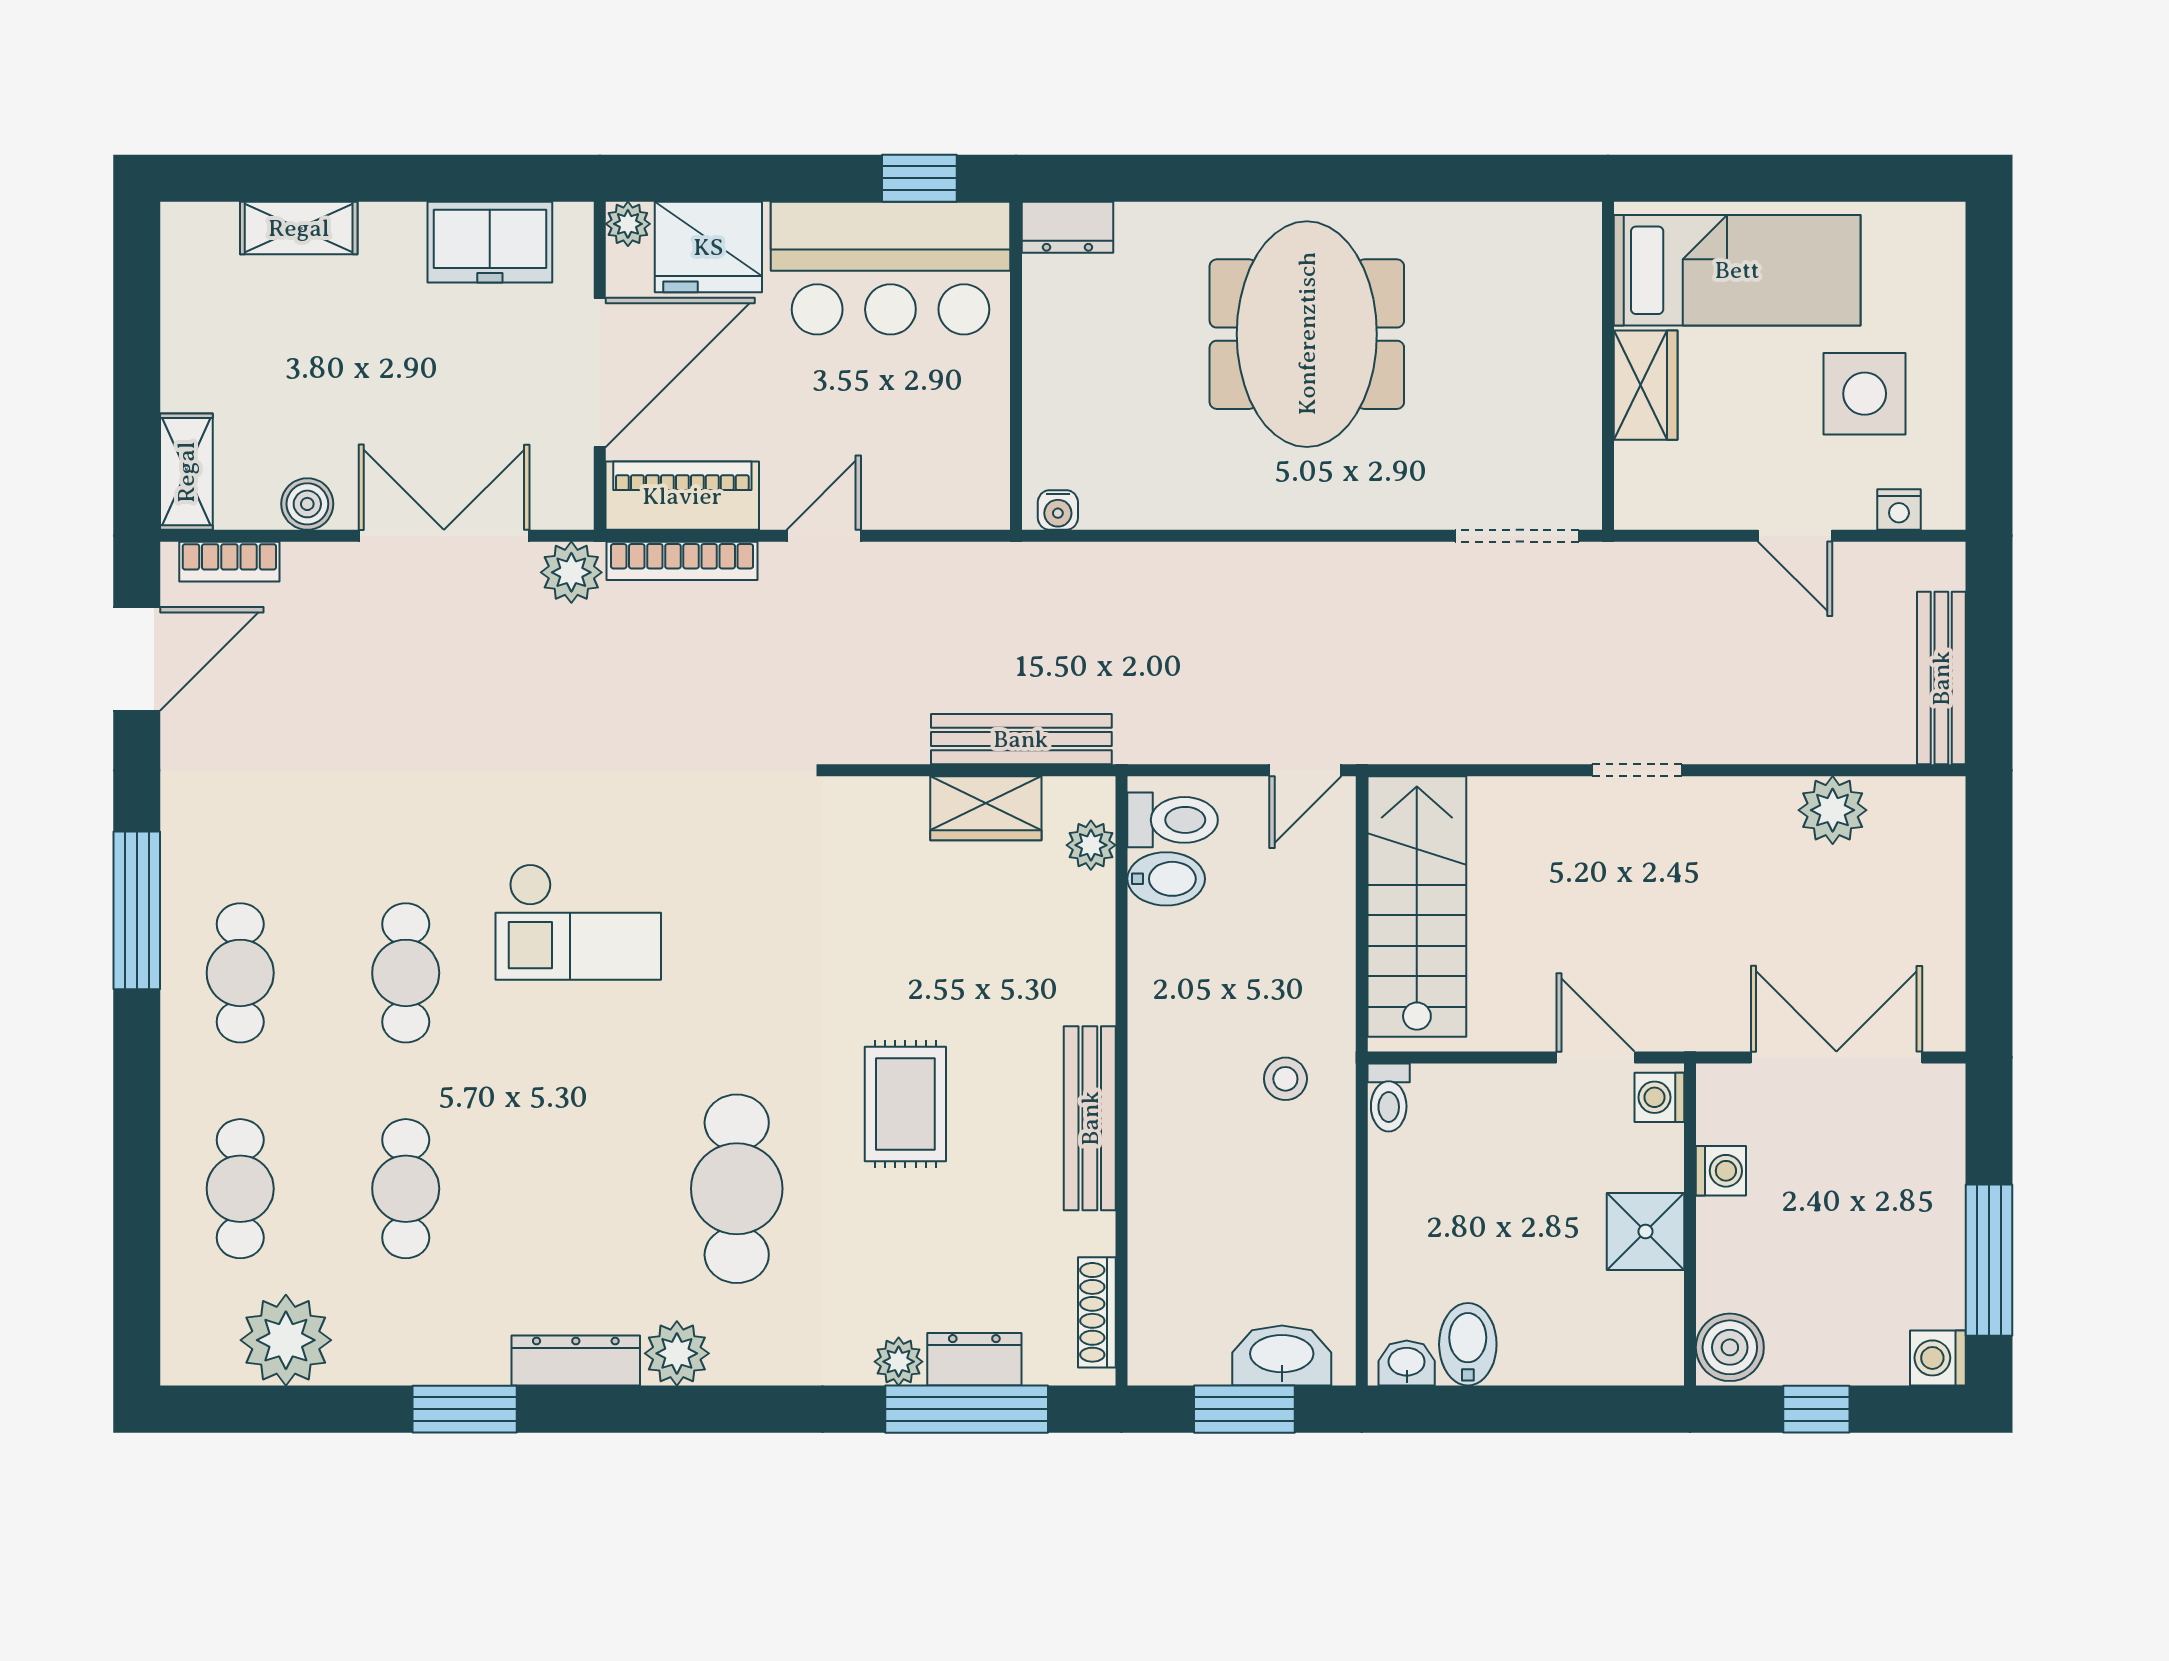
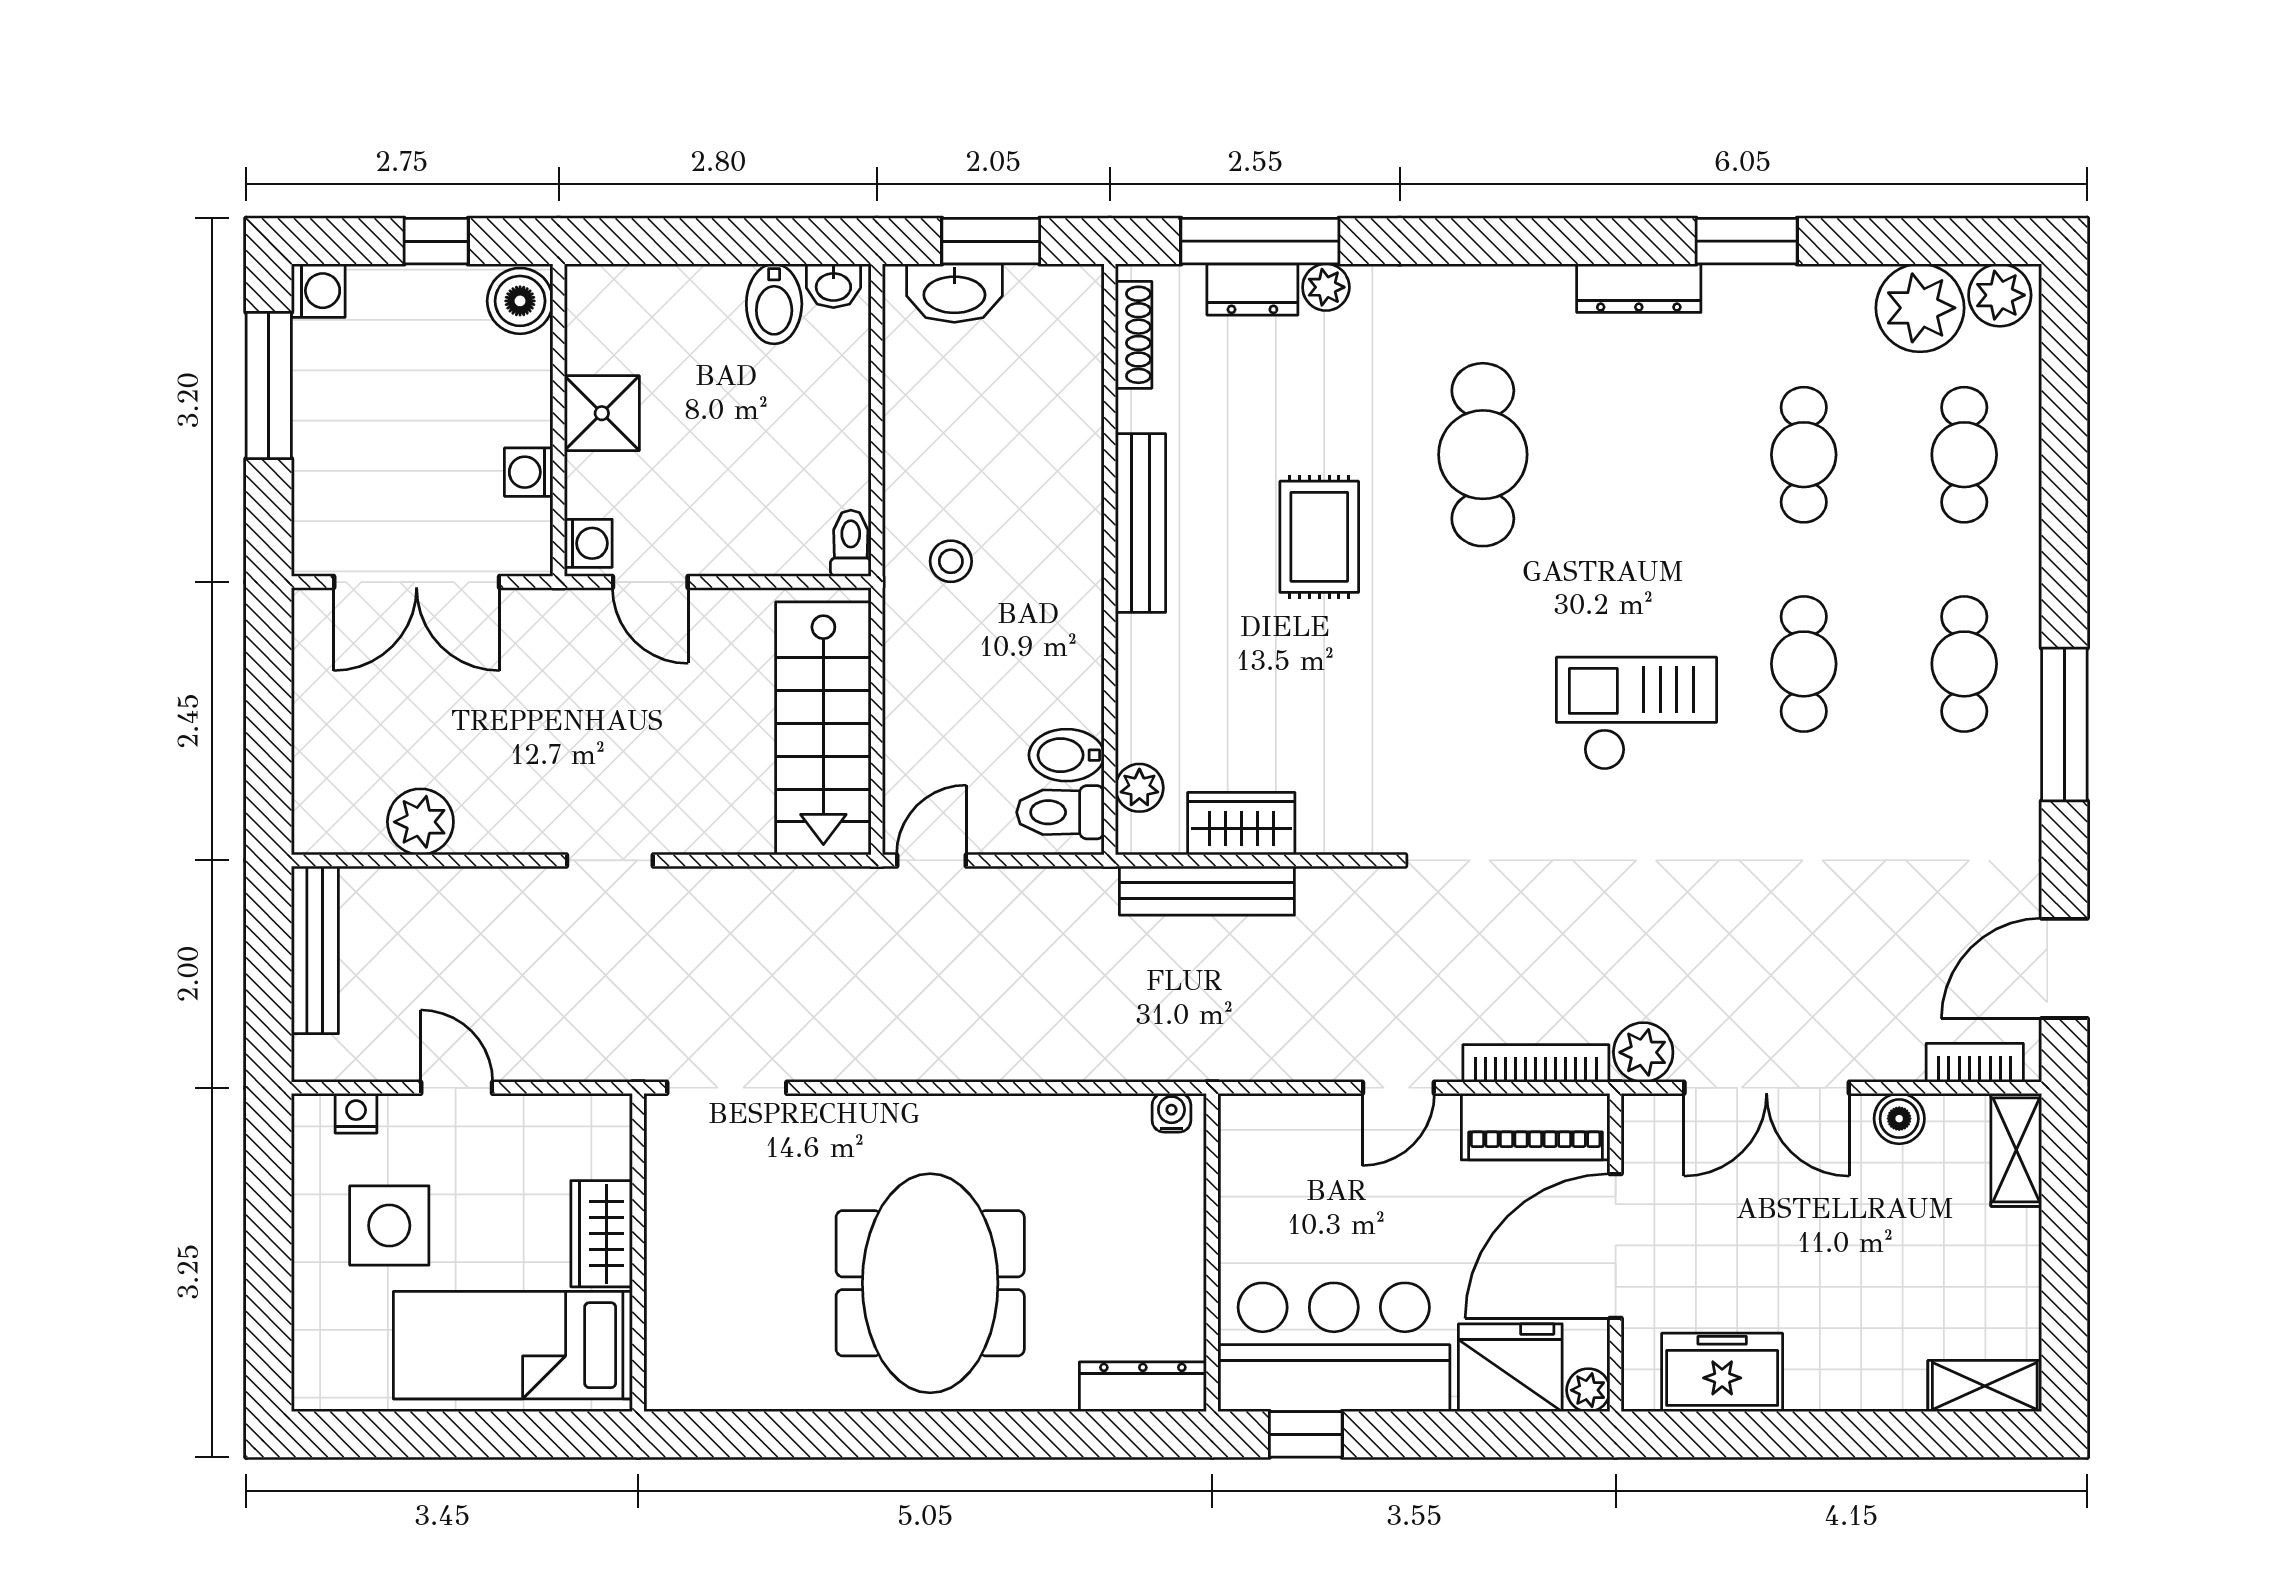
dresser: (1067, 227) -> (1143, 1387), width x1.44
shelving: (299, 228) -> (1985, 1386), moved
plant: (677, 1353) -> (2000, 295), moved

